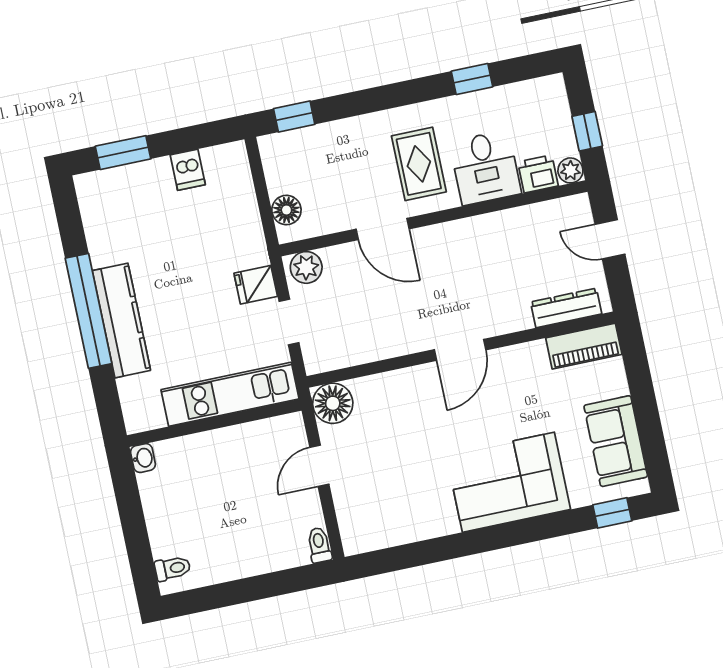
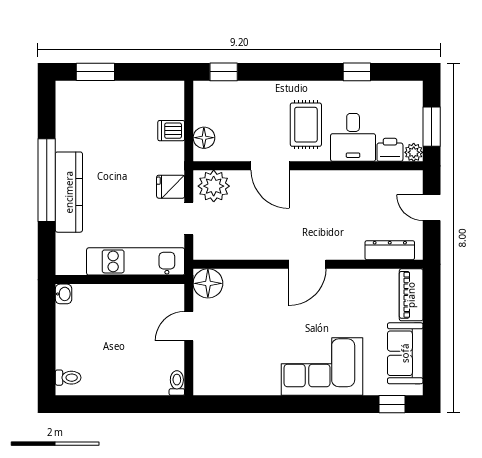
window: (587, 131) -> (432, 127), width x1.50
dishwasher: (188, 170) -> (171, 131), moved, turned 90
plant: (306, 267) -> (214, 186), width x1.36, depth x1.36
piano: (584, 346) -> (411, 295), moved, turned 90

